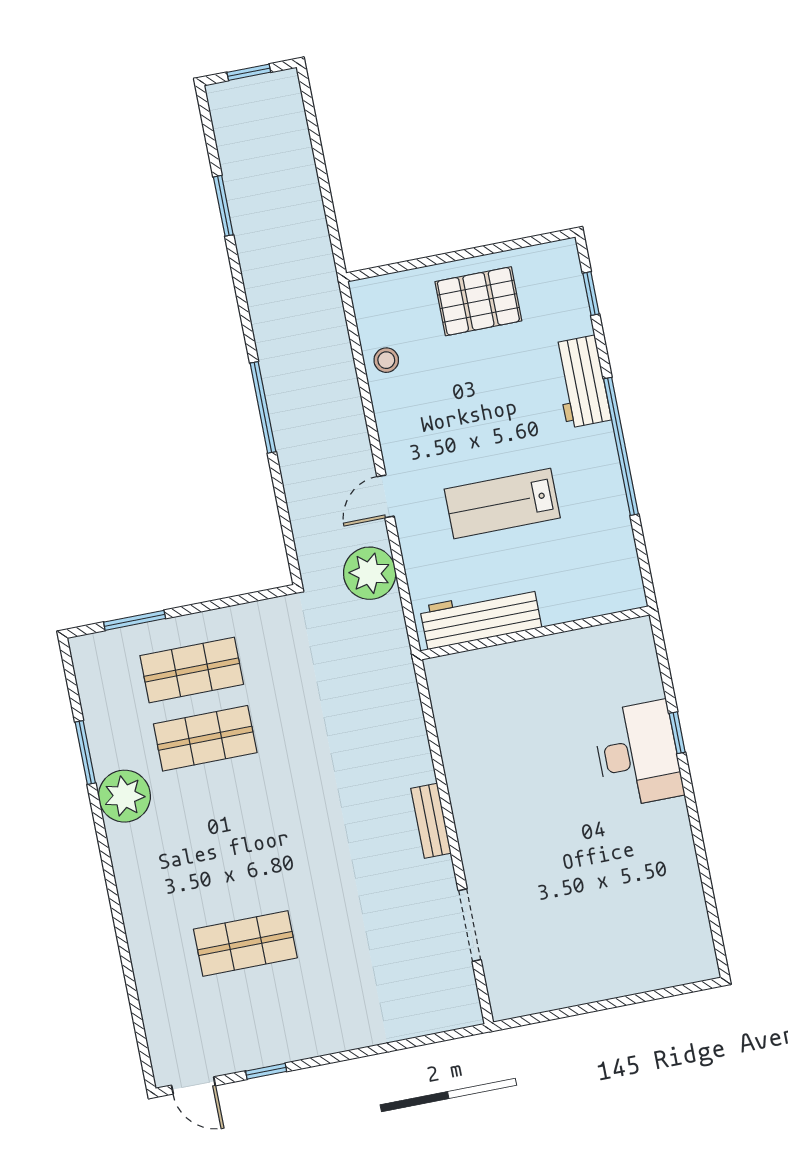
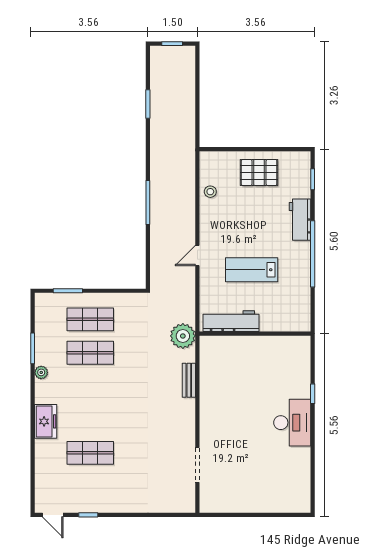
plant: (370, 573) -> (183, 336), moved
desk: (638, 754) -> (292, 423), moved
plant: (124, 796) -> (41, 372), width x0.53, depth x0.53
bench: (431, 821) -> (189, 380), moved
freezer: (141, 897) -> (46, 421), added

